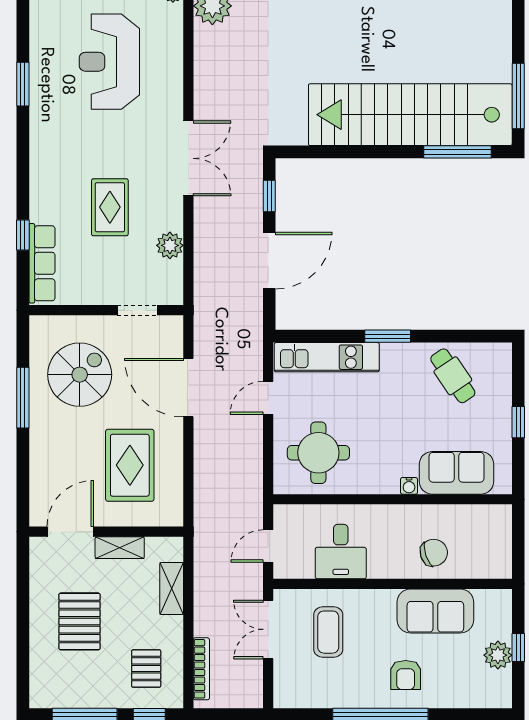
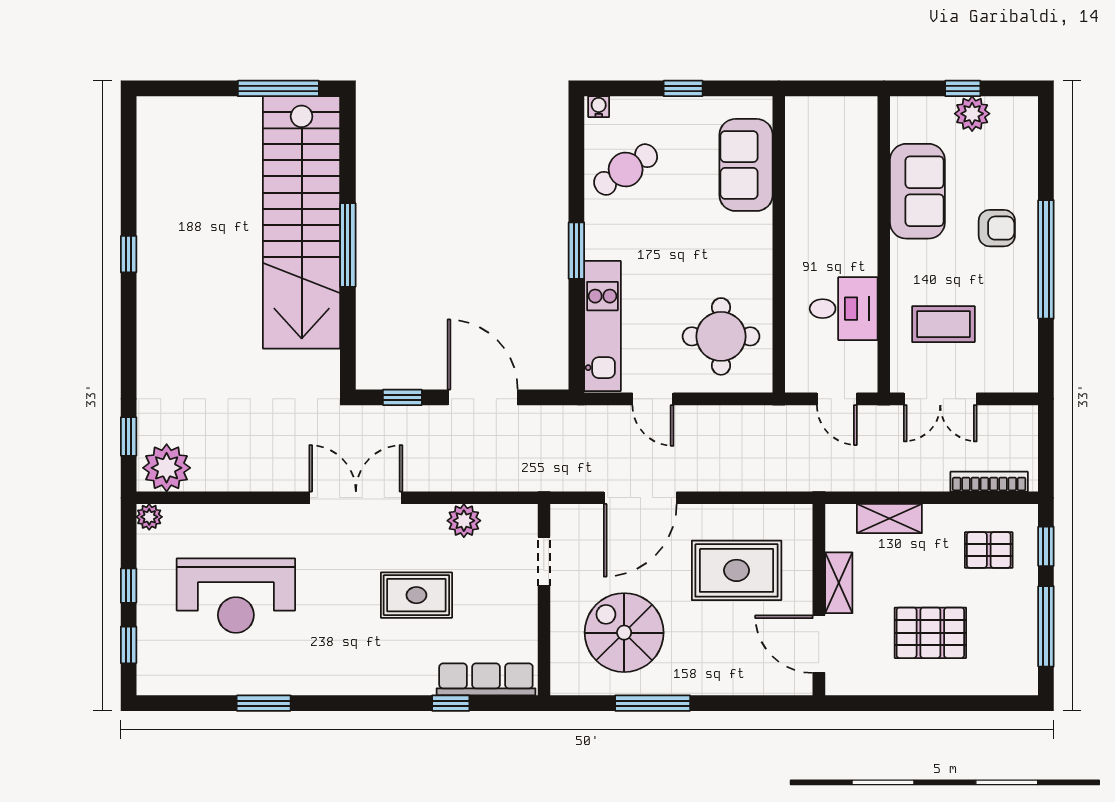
window: (457, 152) -> (348, 245), moved
water cooler: (409, 486) -> (599, 107), moved, turned -90
chair: (434, 553) -> (845, 193), removed

